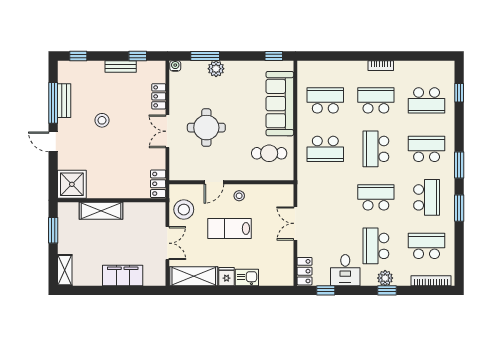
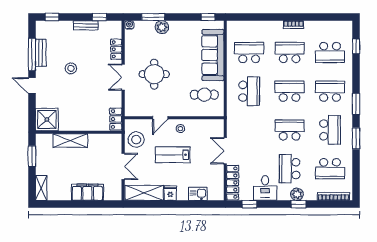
school desk: (325, 149) -> (249, 91), turned -90
school desk: (376, 149) -> (290, 91), turned 90
school desk: (427, 246) -> (330, 169), turned 180
locker: (305, 271) -> (233, 183), width x1.53
kitchen sink: (247, 278) -> (198, 194), moved

